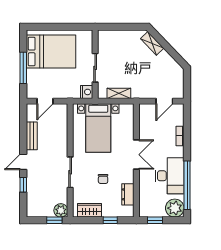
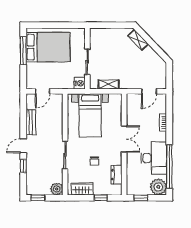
window: (23, 68) -> (23, 51), moved
window: (54, 220) -> (38, 198), moved

